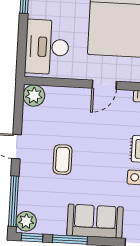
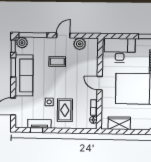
plant: (34, 96) -> (80, 44), moved
sofa: (95, 221) -> (24, 75), width x1.36

